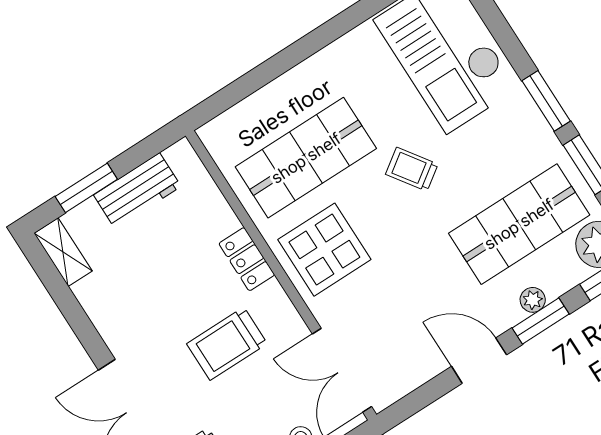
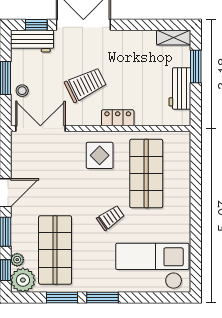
display table: (324, 250) -> (100, 155), width x0.73, depth x0.73
plant: (533, 300) -> (17, 260), moved
trolley: (227, 344) -> (86, 85), turned 64

